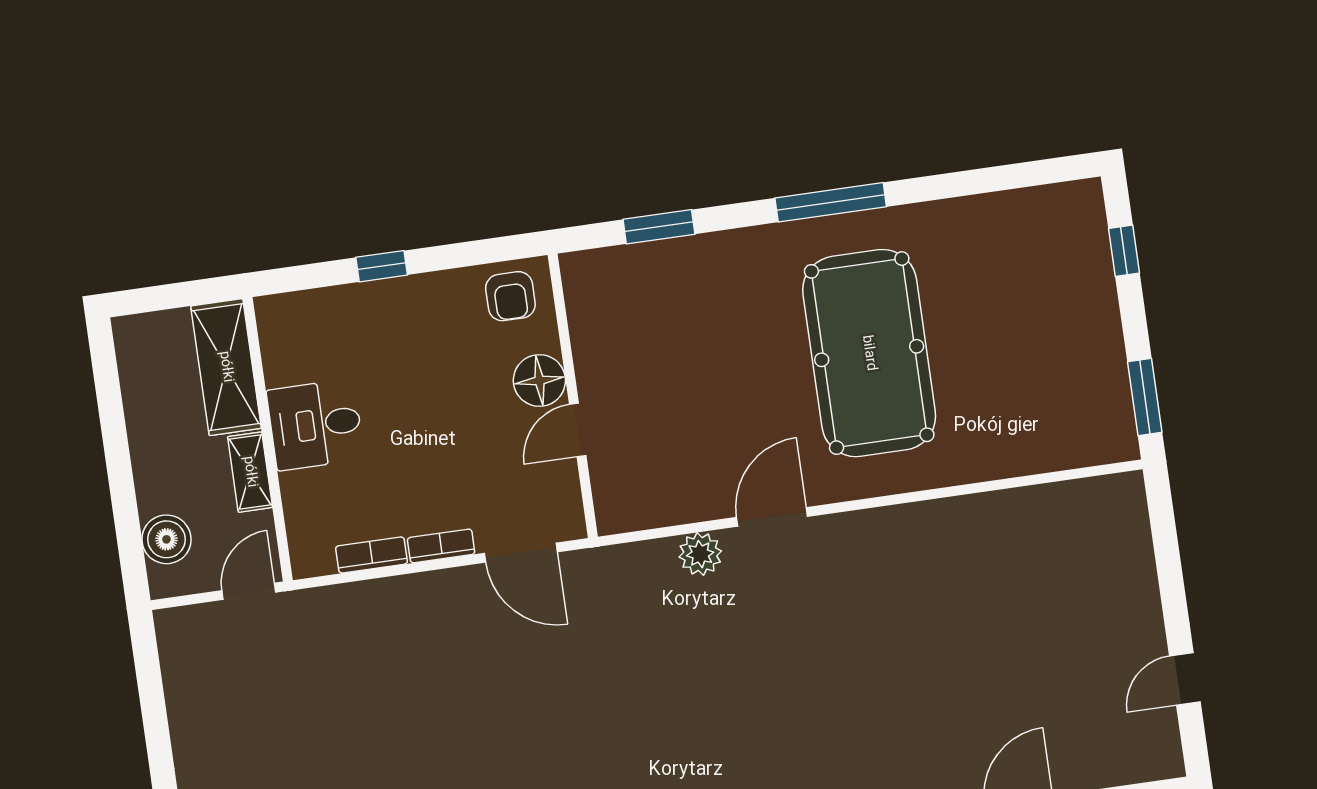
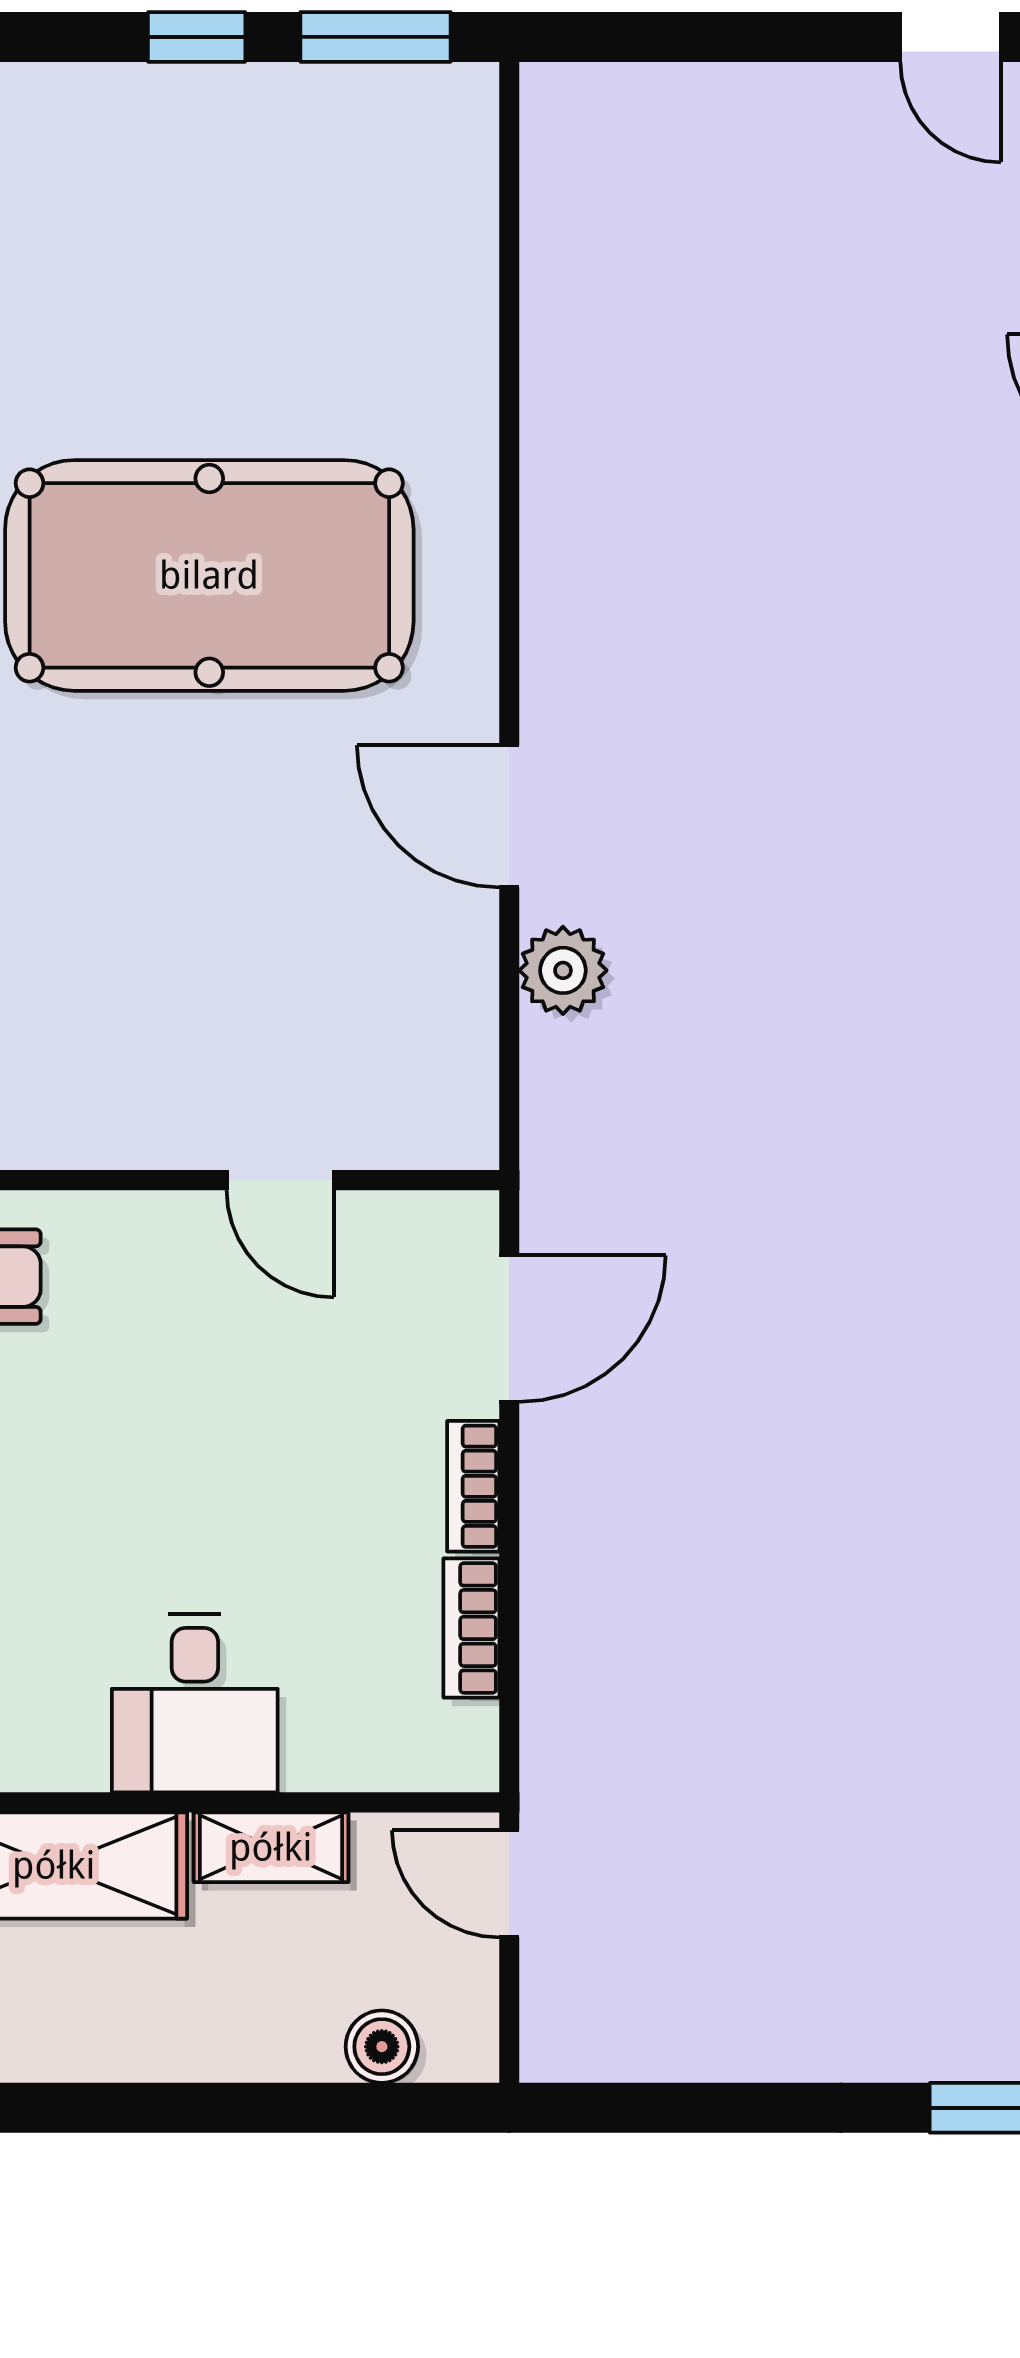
window: (1124, 251) -> (197, 37), moved
floor lamp: (539, 380) -> (170, 1243), removed
boiler: (166, 539) -> (382, 2047), width x0.73, depth x0.73

